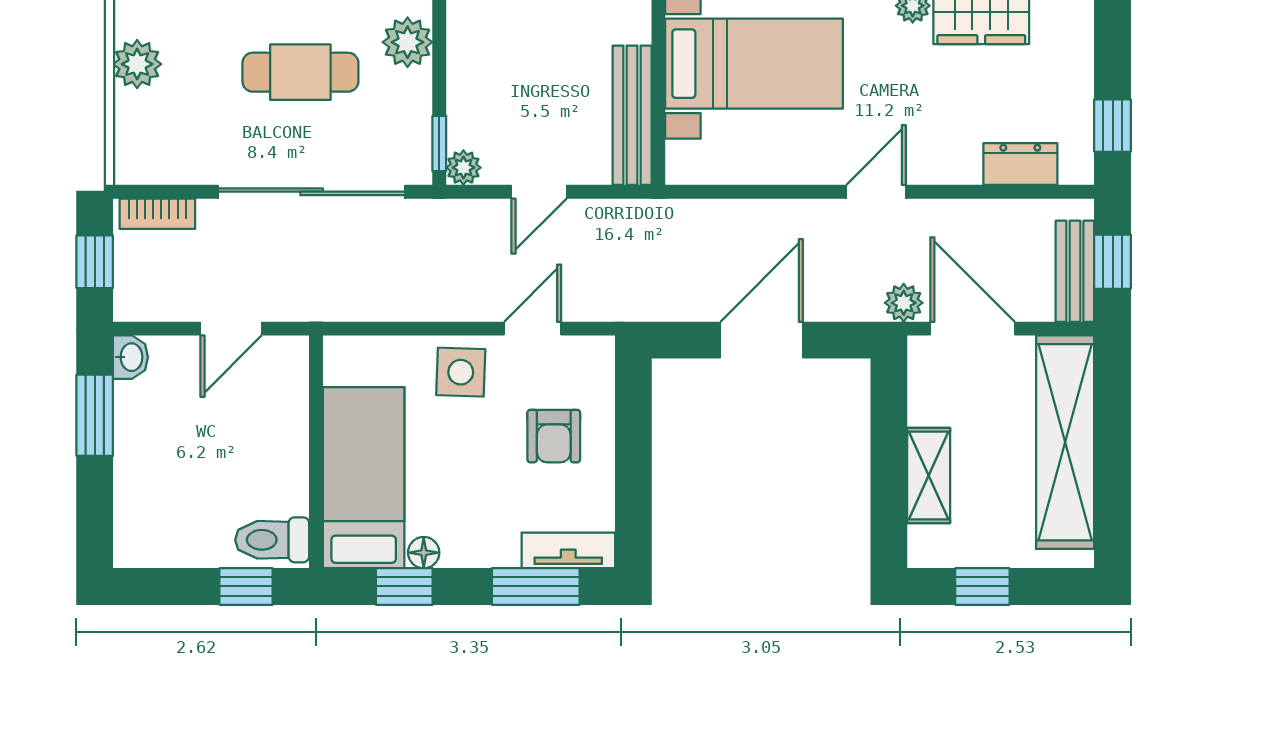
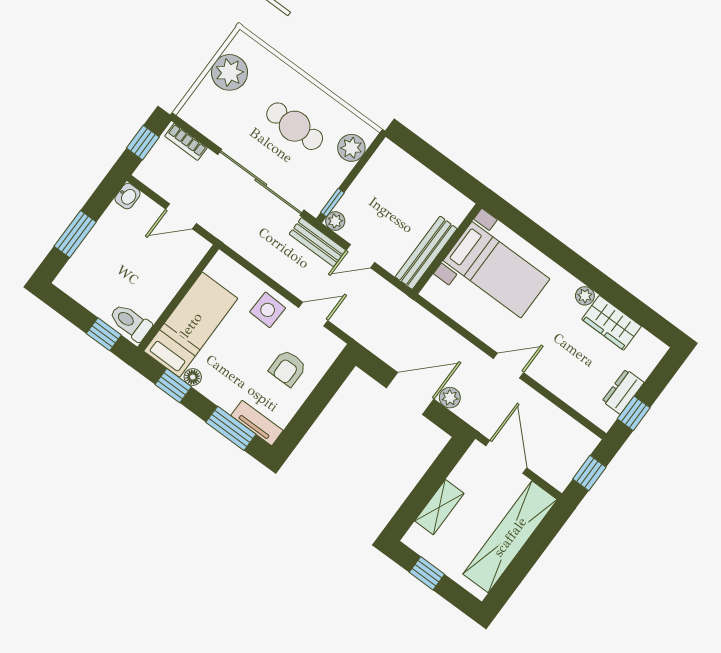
plant: (137, 64) -> (229, 72), width x1.36, depth x1.36
dresser: (1020, 164) -> (623, 392), moved, turned -90
bench: (1075, 271) -> (318, 242), moved, turned 90
plant: (904, 303) -> (450, 398), moved
window: (95, 415) -> (75, 234), moved

